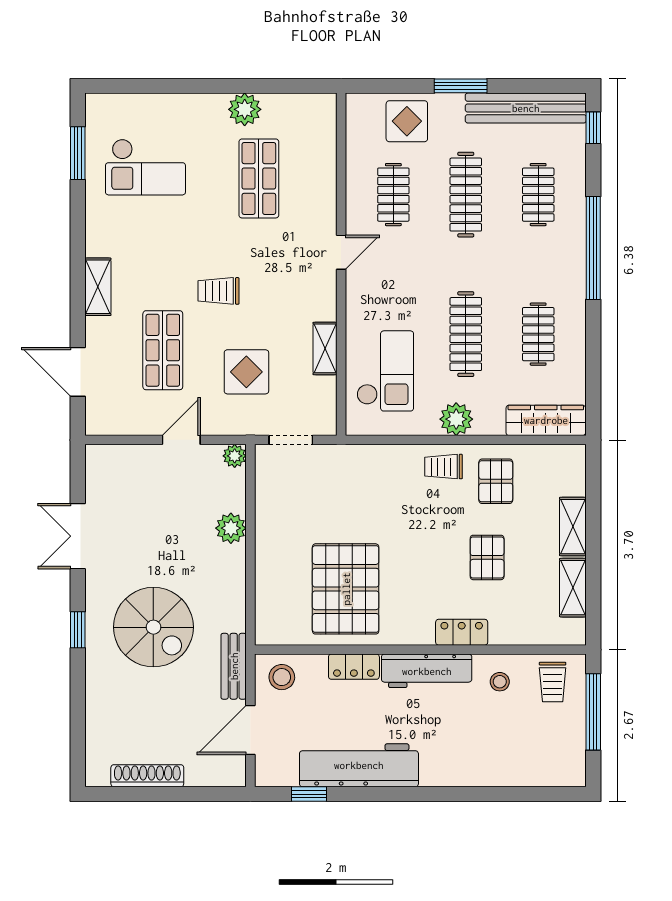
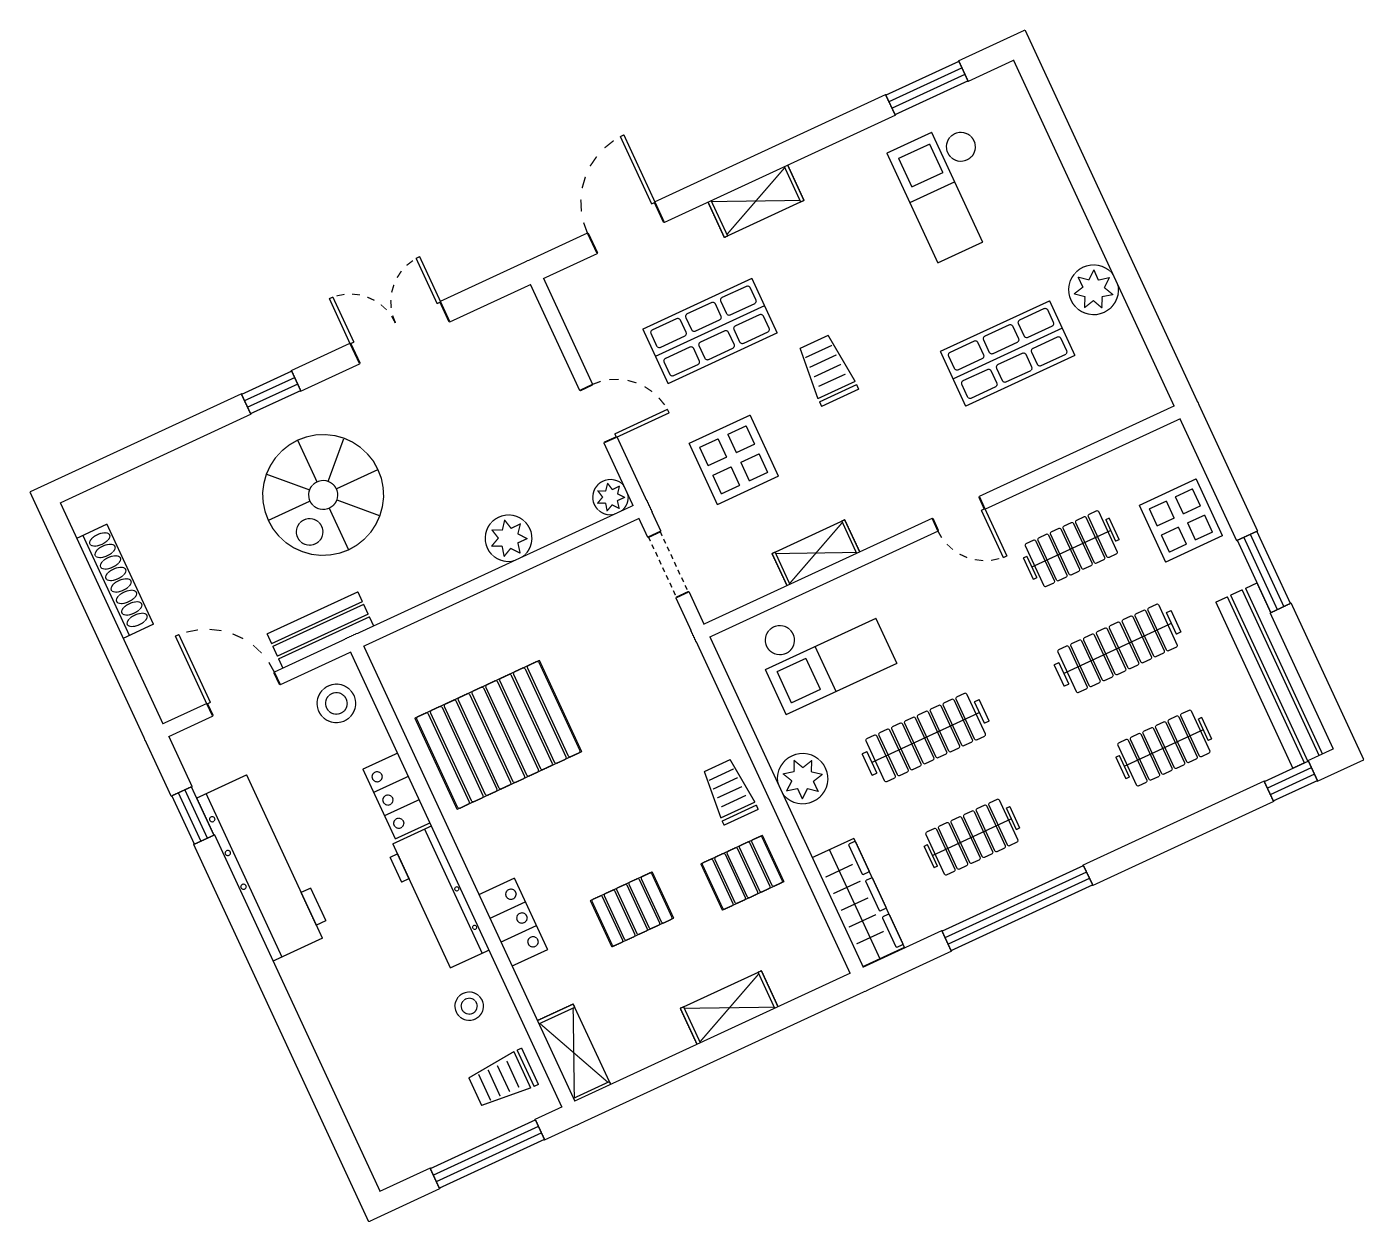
window: (593, 248) -> (1017, 908), moved
shelving: (573, 588) -> (574, 1053), moved, turned 90

